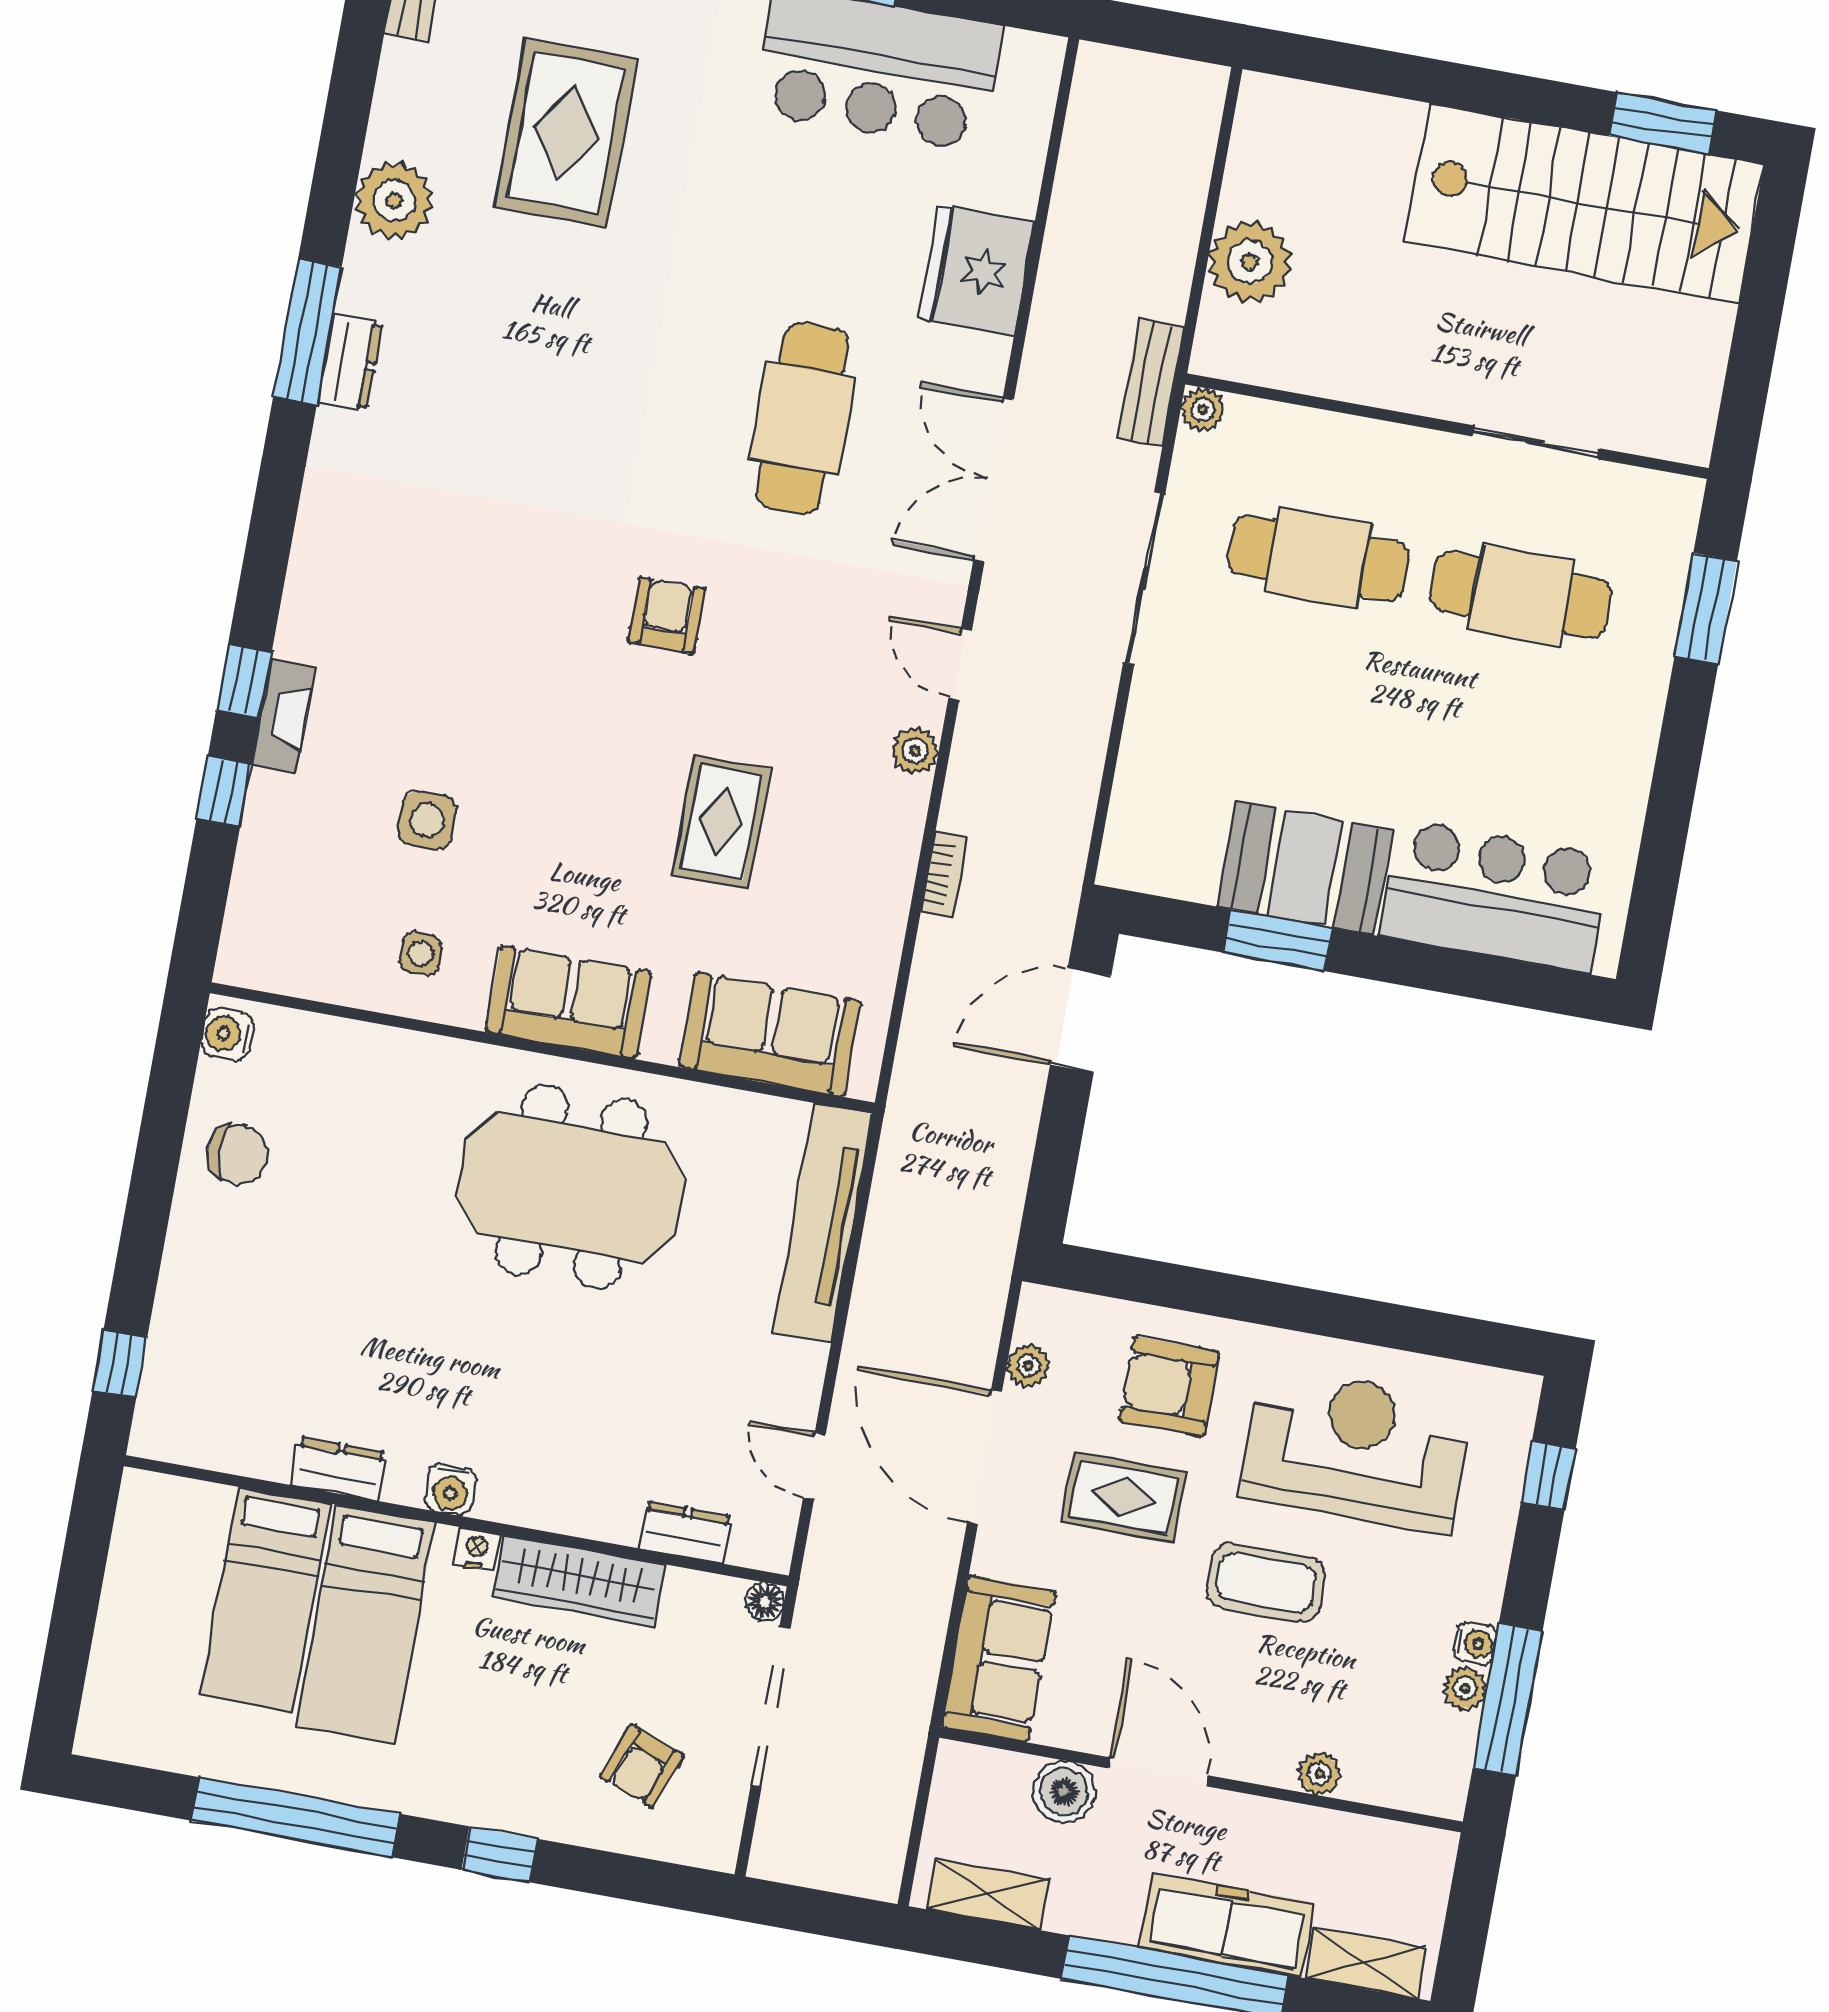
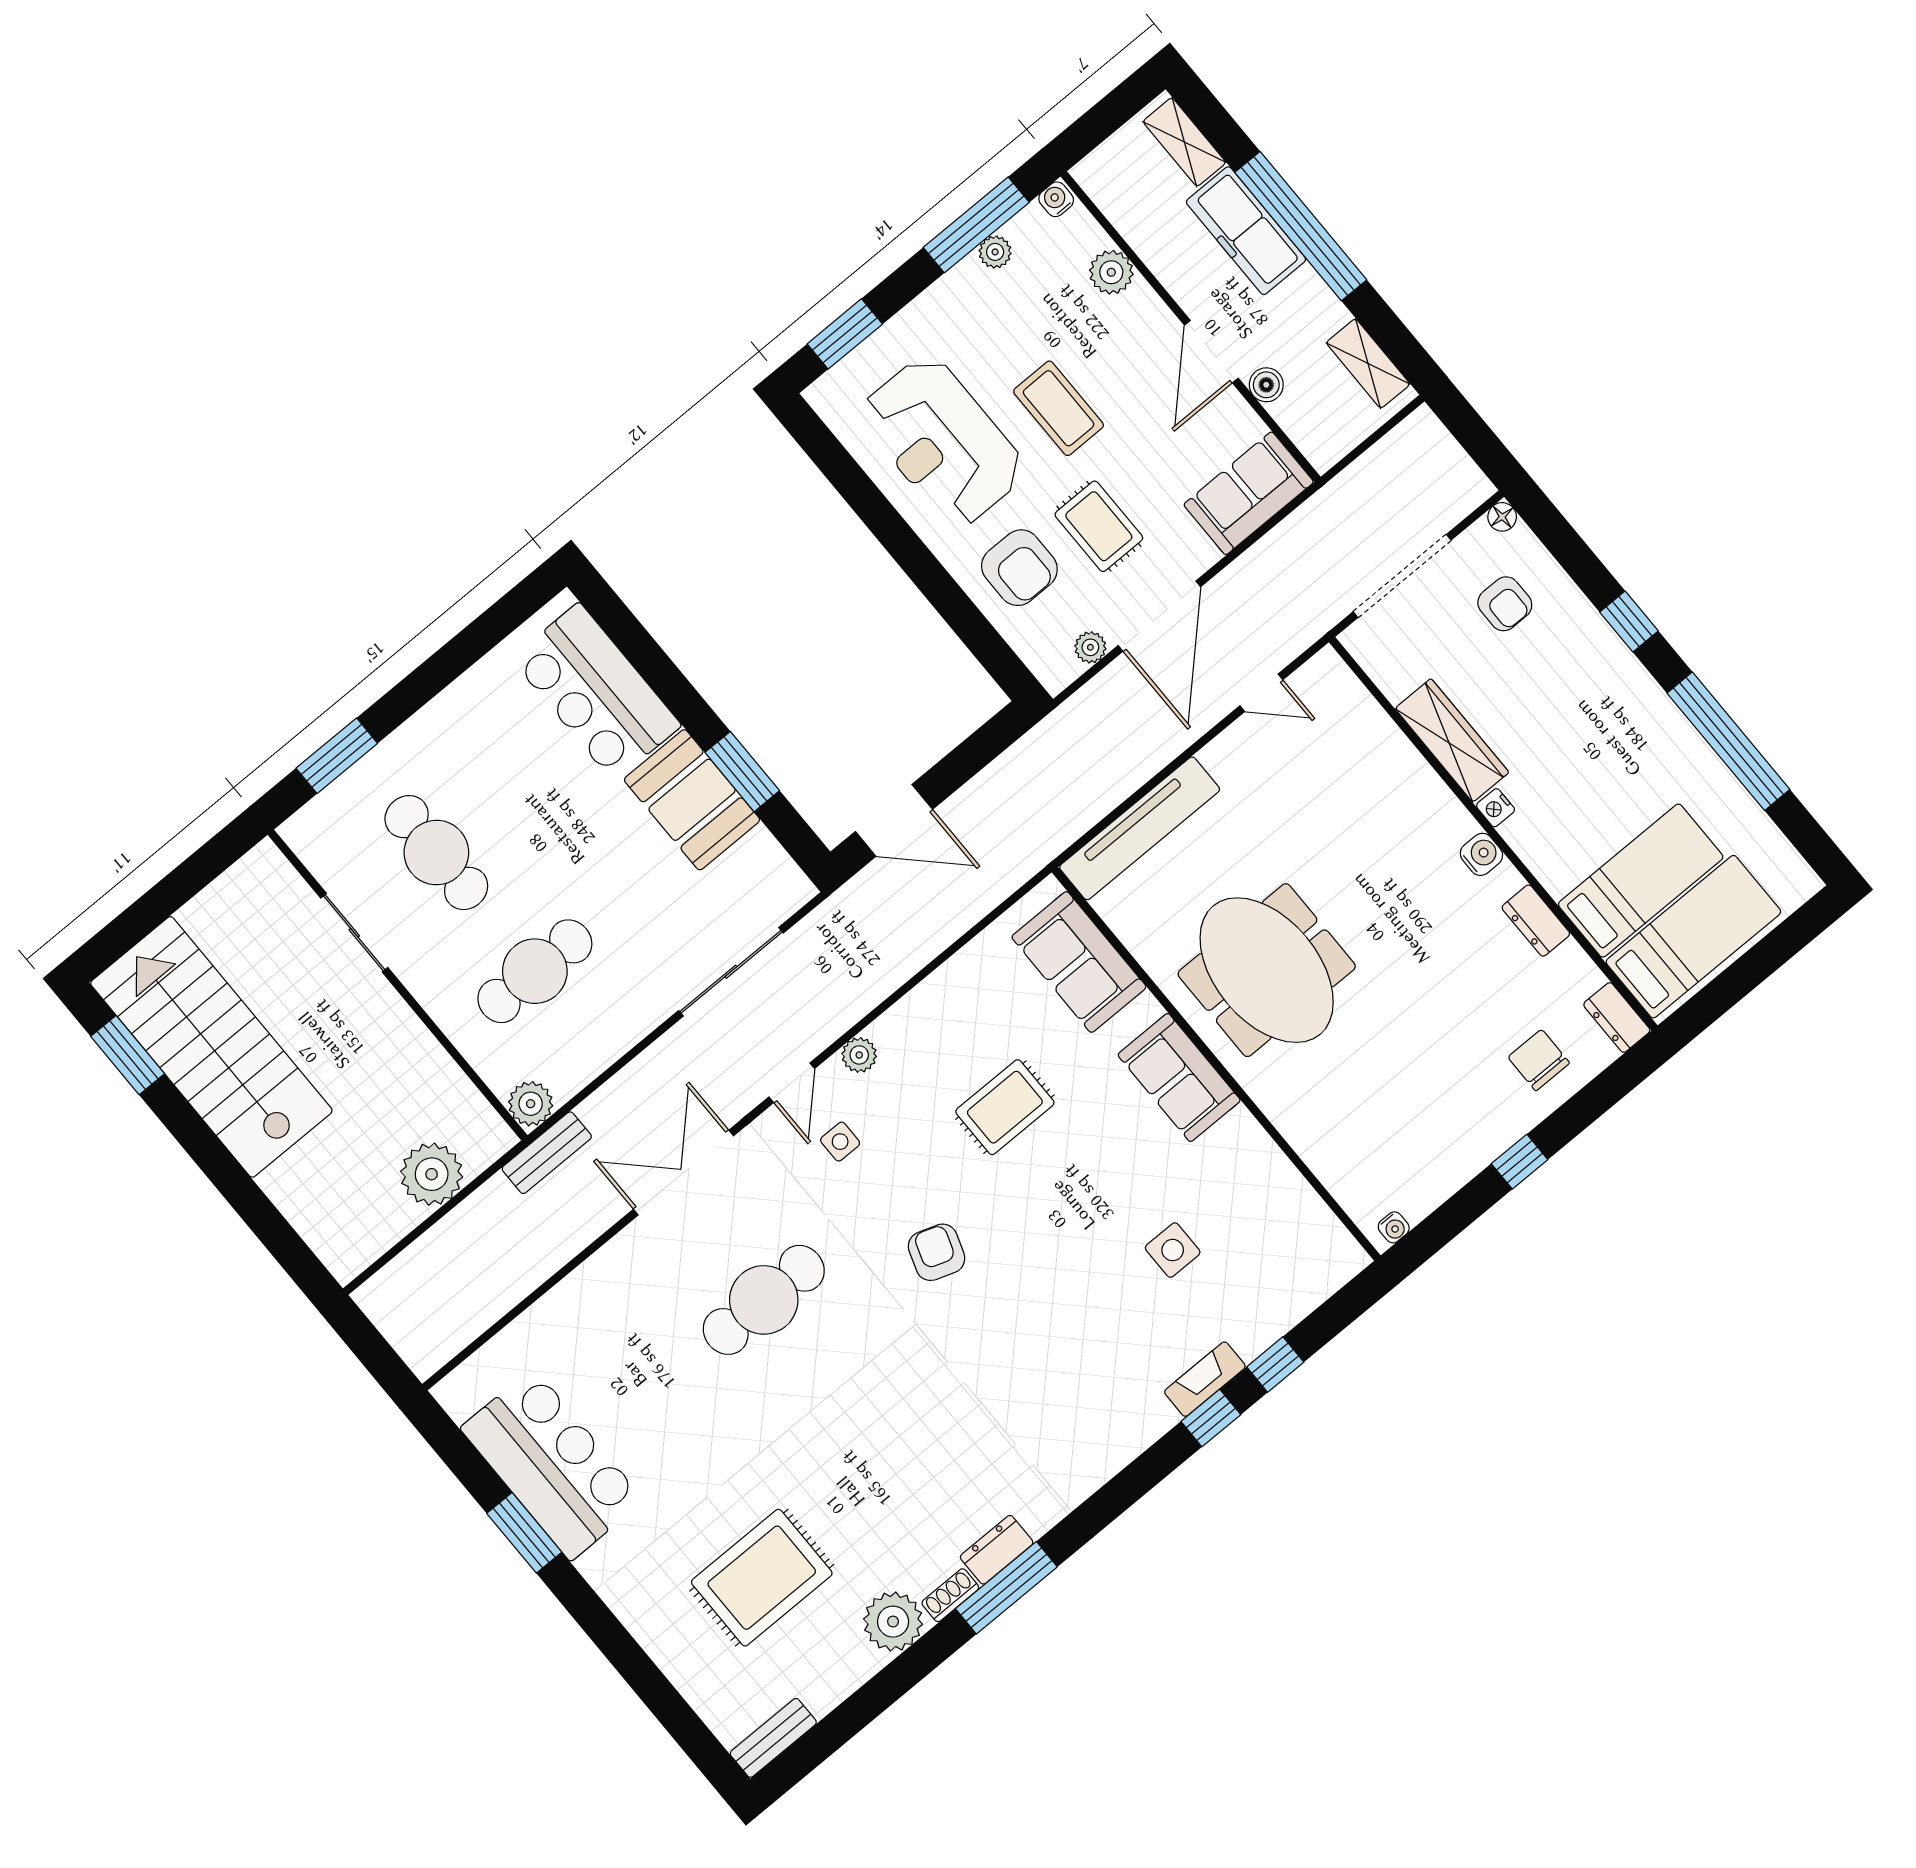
fridge: (976, 270) -> (593, 1301), removed
shoe rack: (358, 276) -> (950, 1595), added
plant: (1202, 409) -> (531, 1104), width x1.38, depth x1.38
double door: (994, 480) -> (684, 1173), swing flipped
cafe table: (1318, 558) -> (535, 971), turned 90
sliding door: (1144, 579) -> (731, 972), moved
armchair: (666, 615) -> (937, 1252), turned 109
bookcase: (944, 874) -> (902, 970), removed
side table: (421, 953) -> (840, 1142), moved
water cooler: (227, 1034) -> (1394, 1227), width x0.72, depth x0.72
chair: (238, 1154) -> (1539, 1060), moved
window: (120, 1364) -> (1520, 1162), moved
door: (814, 1466) -> (1261, 693), hinge flipped
window: (1548, 1476) -> (845, 334), width x1.50
dresser: (685, 1532) -> (1617, 1017), moved
floor lamp: (765, 1602) -> (1502, 517), moved
bed: (365, 1624) -> (1693, 937), moved
water cooler: (1475, 1643) -> (1056, 199), moved
armchair: (642, 1766) -> (1505, 604), turned 69
plant: (1319, 1774) -> (1111, 272), width x1.38, depth x1.38
boiler: (1064, 1792) -> (1266, 385), width x0.73, depth x0.73

